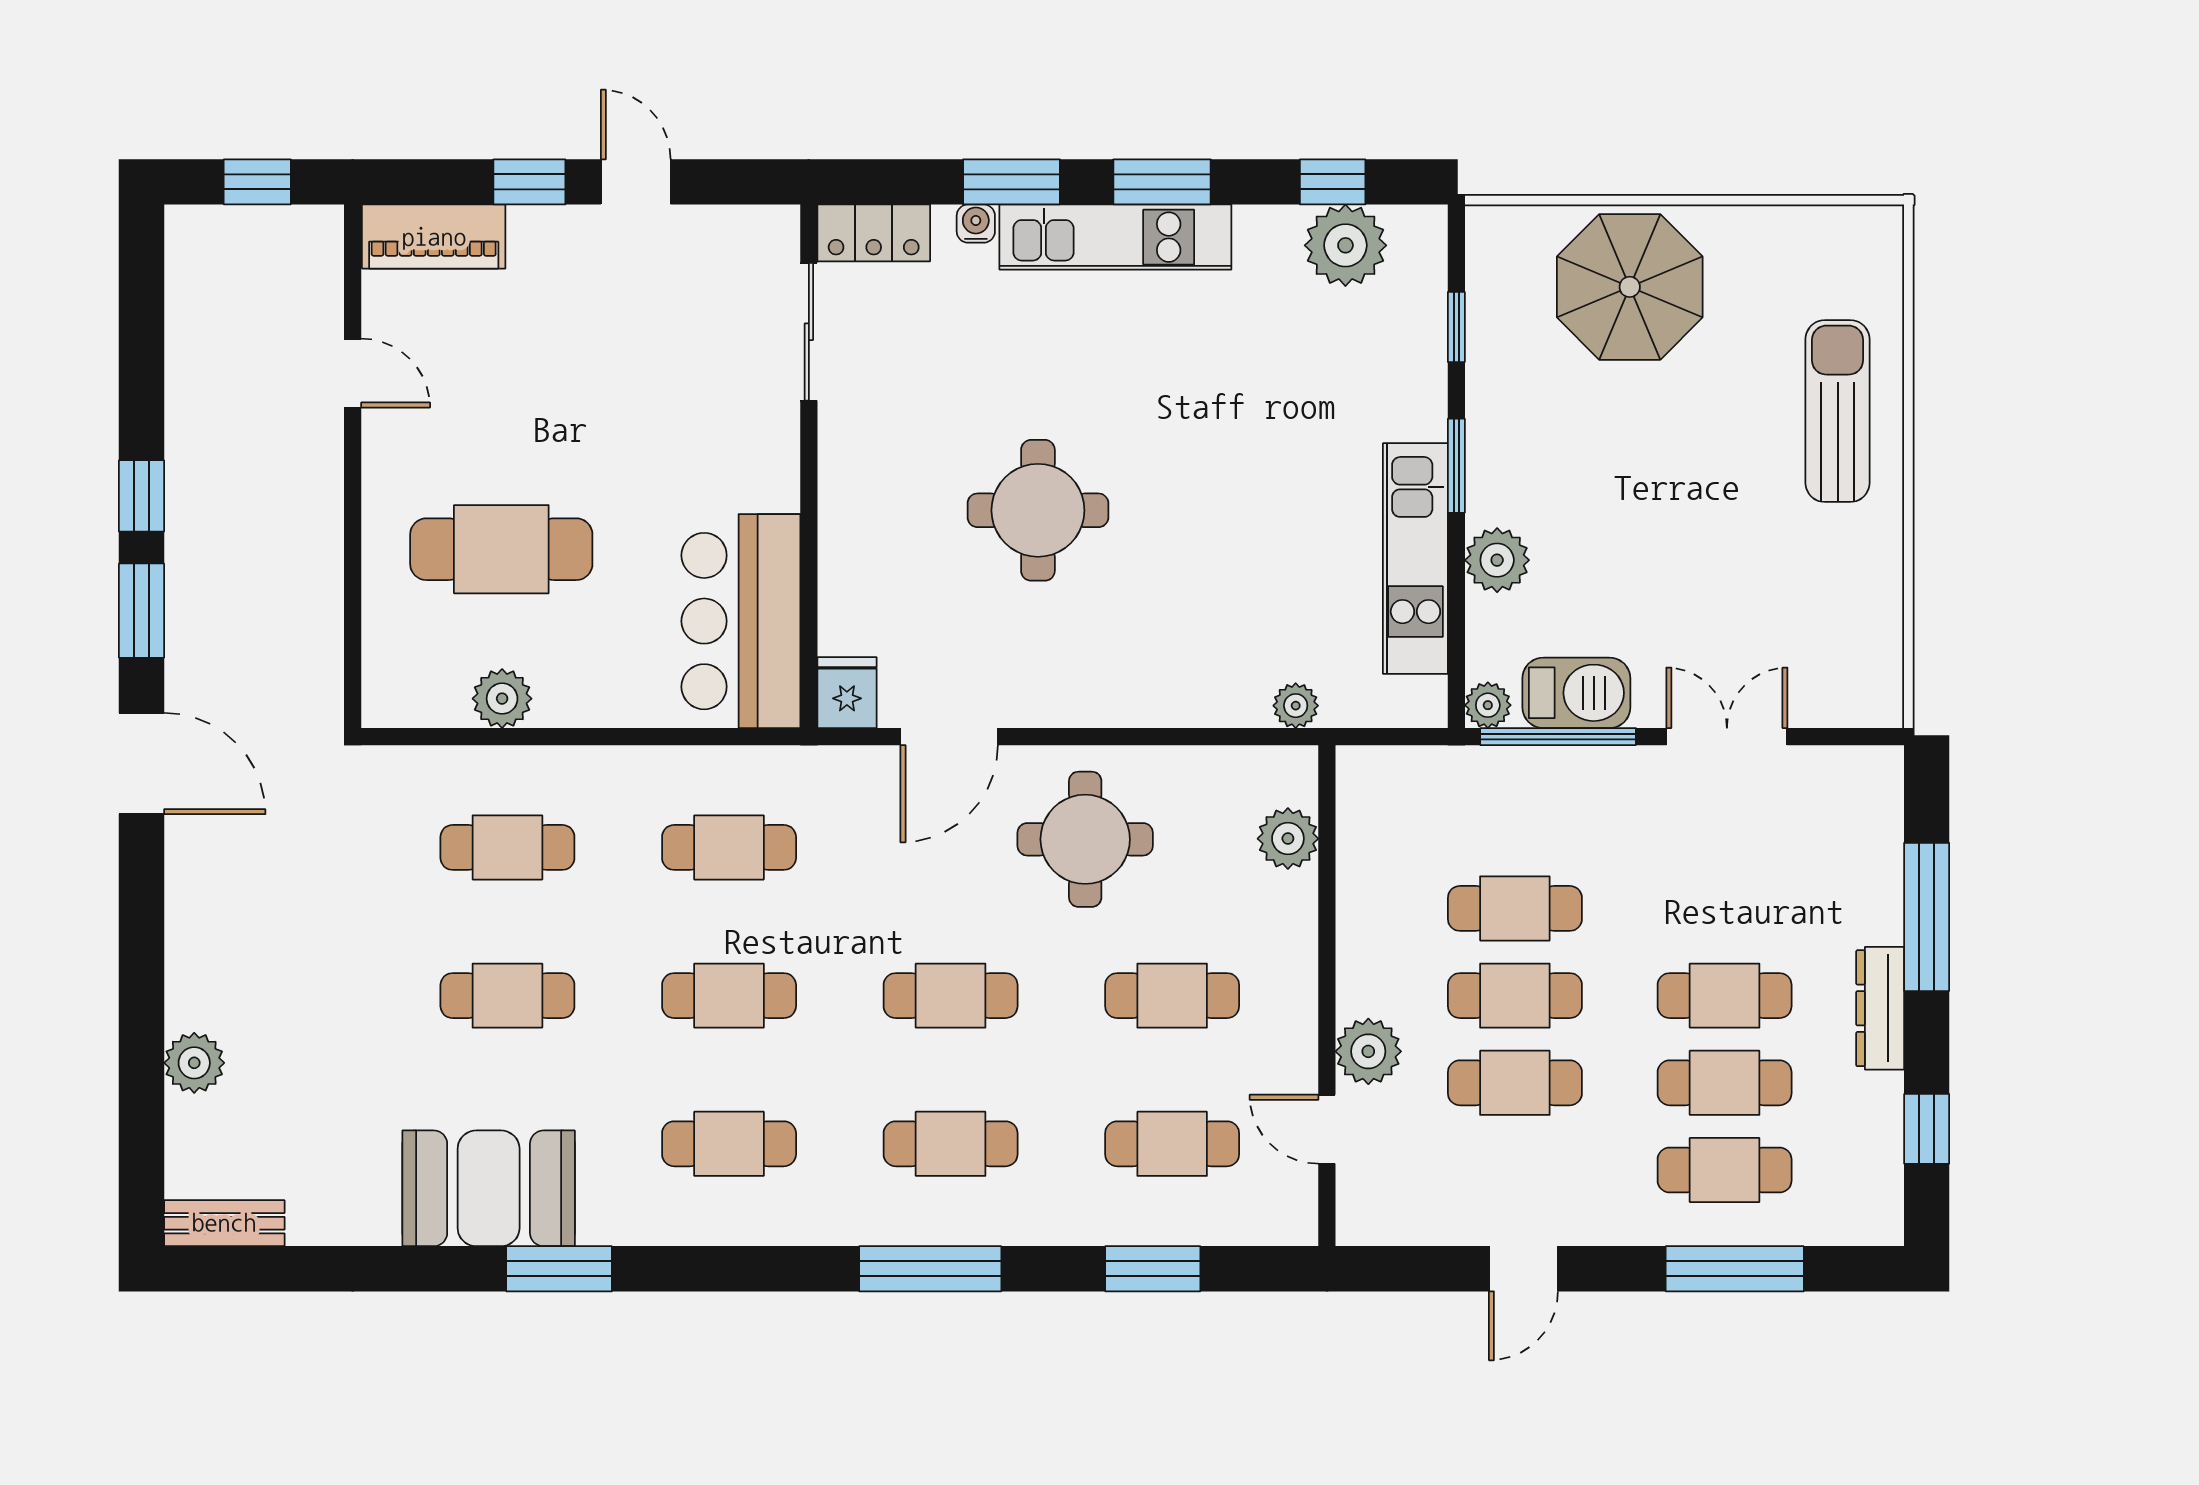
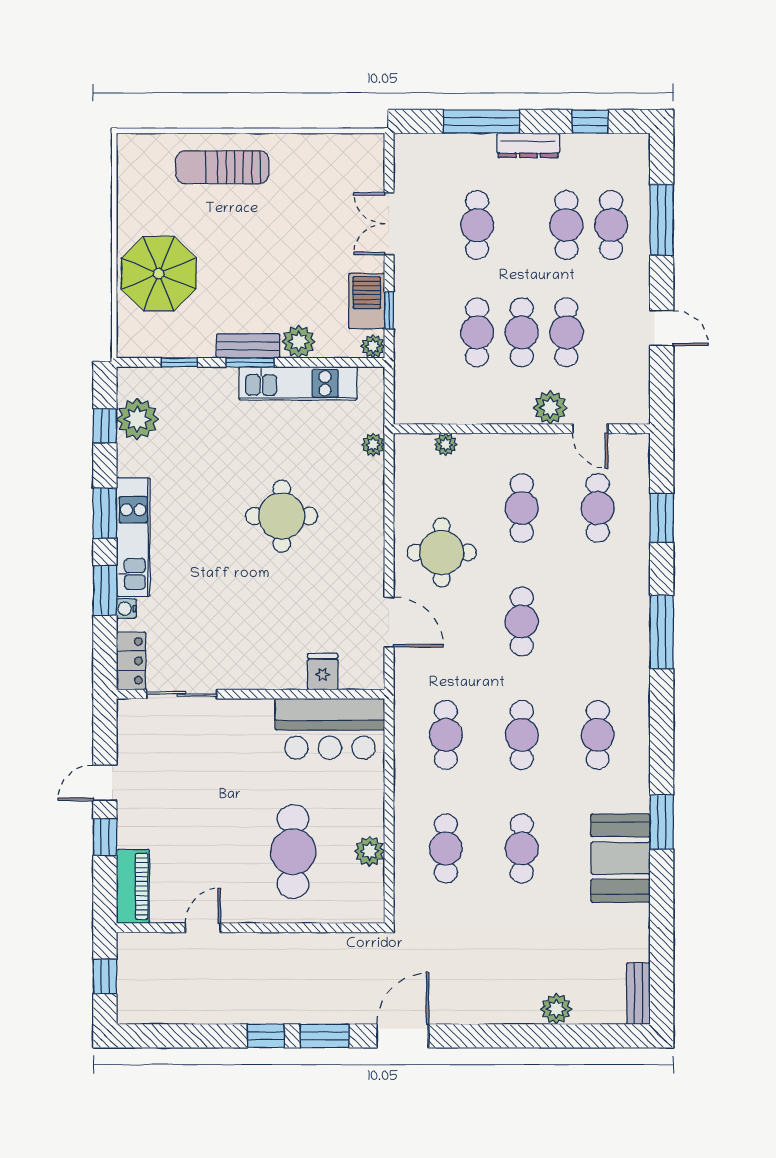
bench: (1489, 461) -> (248, 346), added
round table: (1038, 510) -> (282, 516), moved
fridge: (847, 693) -> (323, 672), moved, turned 90
window: (1558, 737) -> (389, 310), width x0.46
plant: (1288, 839) -> (446, 444), width x0.73, depth x0.73
cafe table: (1725, 996) -> (477, 225), moved
door: (1327, 1129) -> (590, 429), hinge flipped
cafe table: (951, 1144) -> (598, 621), removed

